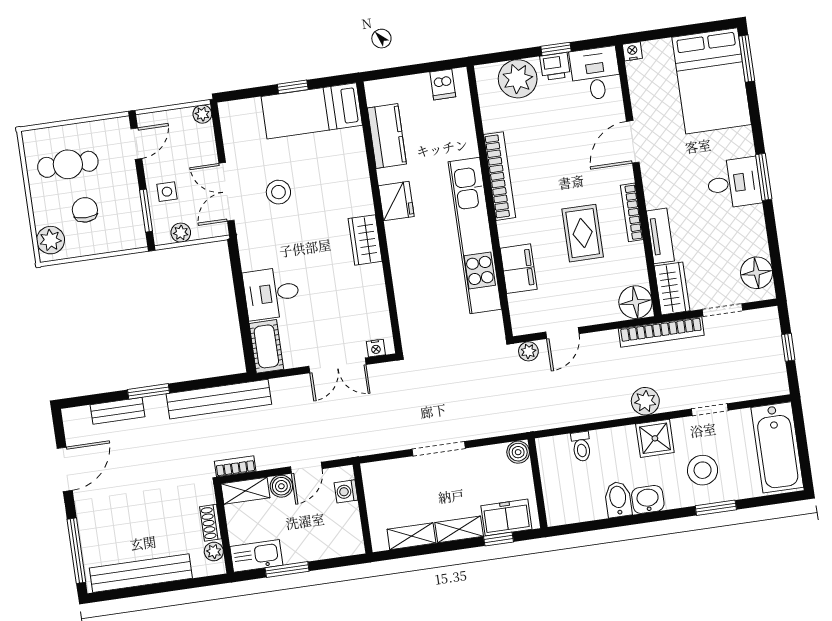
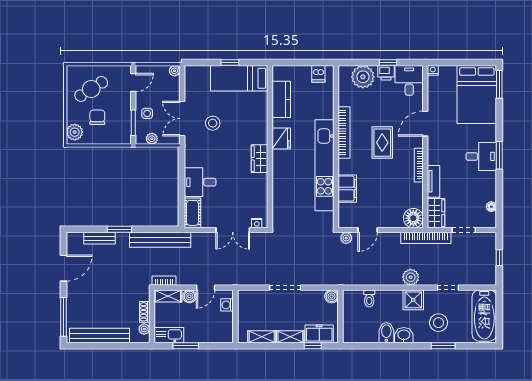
cafe table: (68, 164) -> (91, 89), turned -32
rug: (583, 233) -> (382, 143), moved
floor lamp: (757, 273) -> (491, 207), width x0.53, depth x0.53

